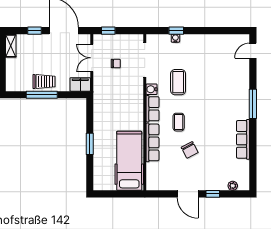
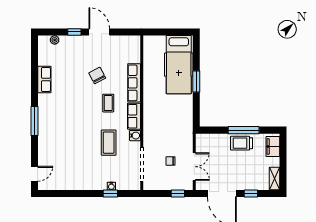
filing cabinet: (80, 84) -> (273, 146), moved, turned 90
row of seats: (243, 139) -> (44, 79), width x0.68
hospital bed: (129, 161) -> (179, 65), moved

